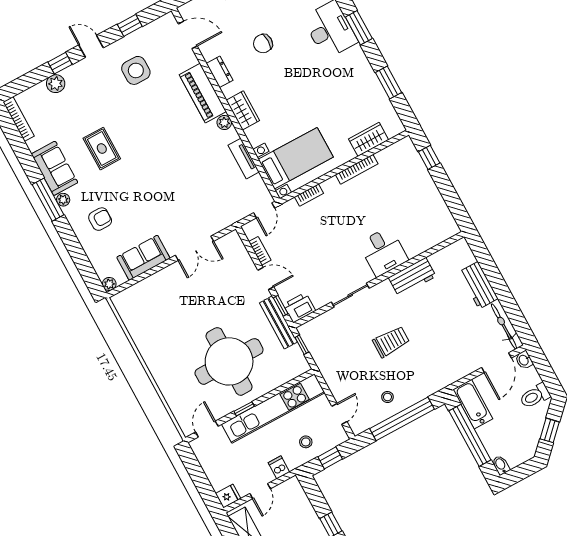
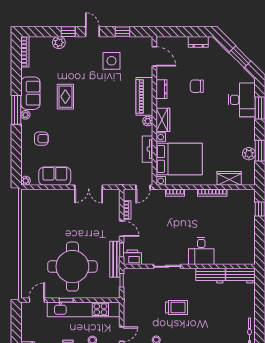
plant: (377, 94) -> (249, 154), added
bed with nightstands: (296, 158) -> (179, 159), width x1.36
workbench: (478, 285) -> (241, 276), moved, turned -90

